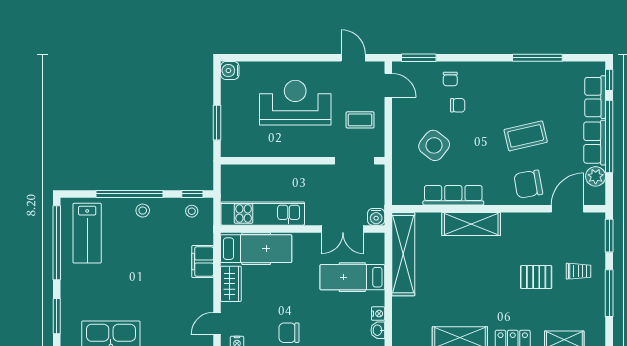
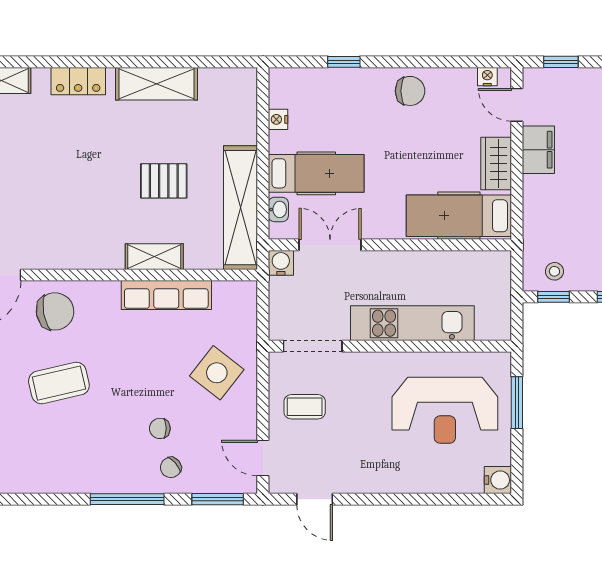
window: (537, 58) -> (127, 499), moved
chair: (450, 79) -> (171, 467), turned -131
reception desk: (295, 103) -> (445, 410), moved
side table: (434, 145) -> (217, 373), moved
kitchen unit: (263, 214) -> (412, 323), moved, turned 180
shelving: (471, 224) -> (154, 257), width x0.67, depth x0.75
filing cabinet: (203, 262) -> (538, 150), moved
pallet: (536, 277) -> (164, 181), moved
door: (217, 323) -> (517, 105), swing flipped
washbasin: (378, 330) -> (278, 209), moved

